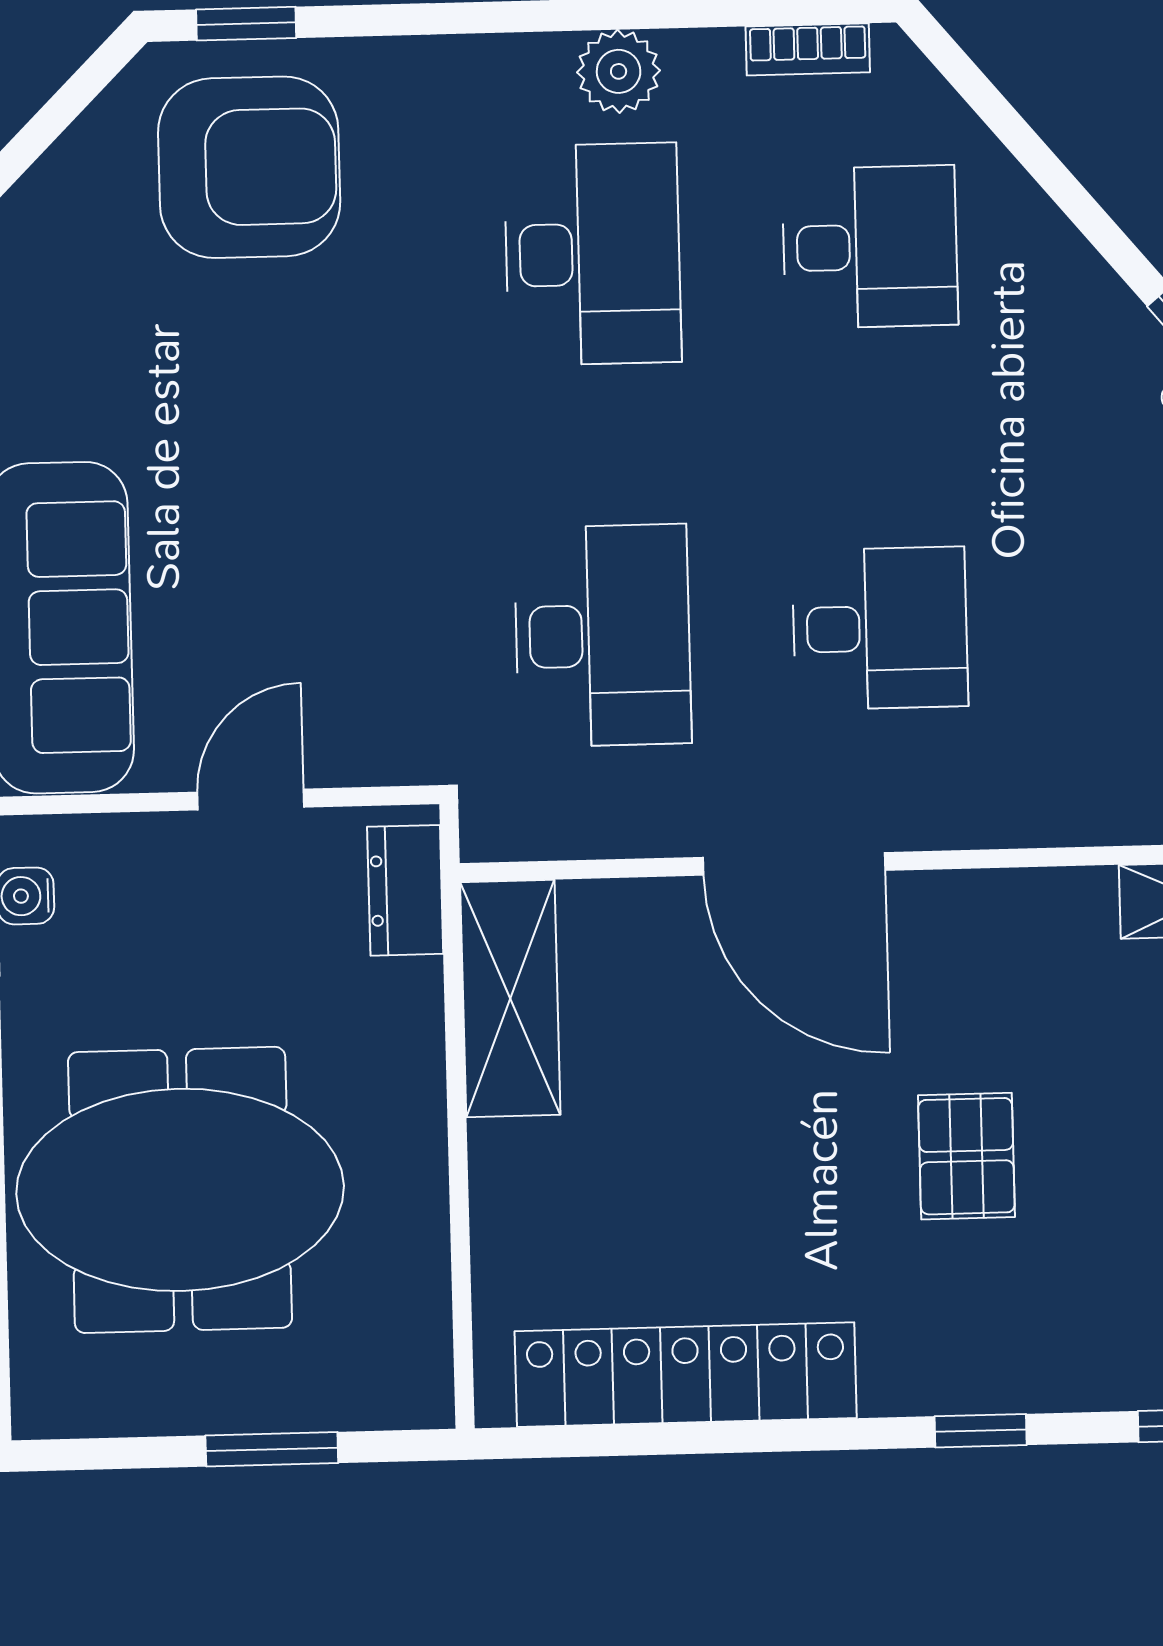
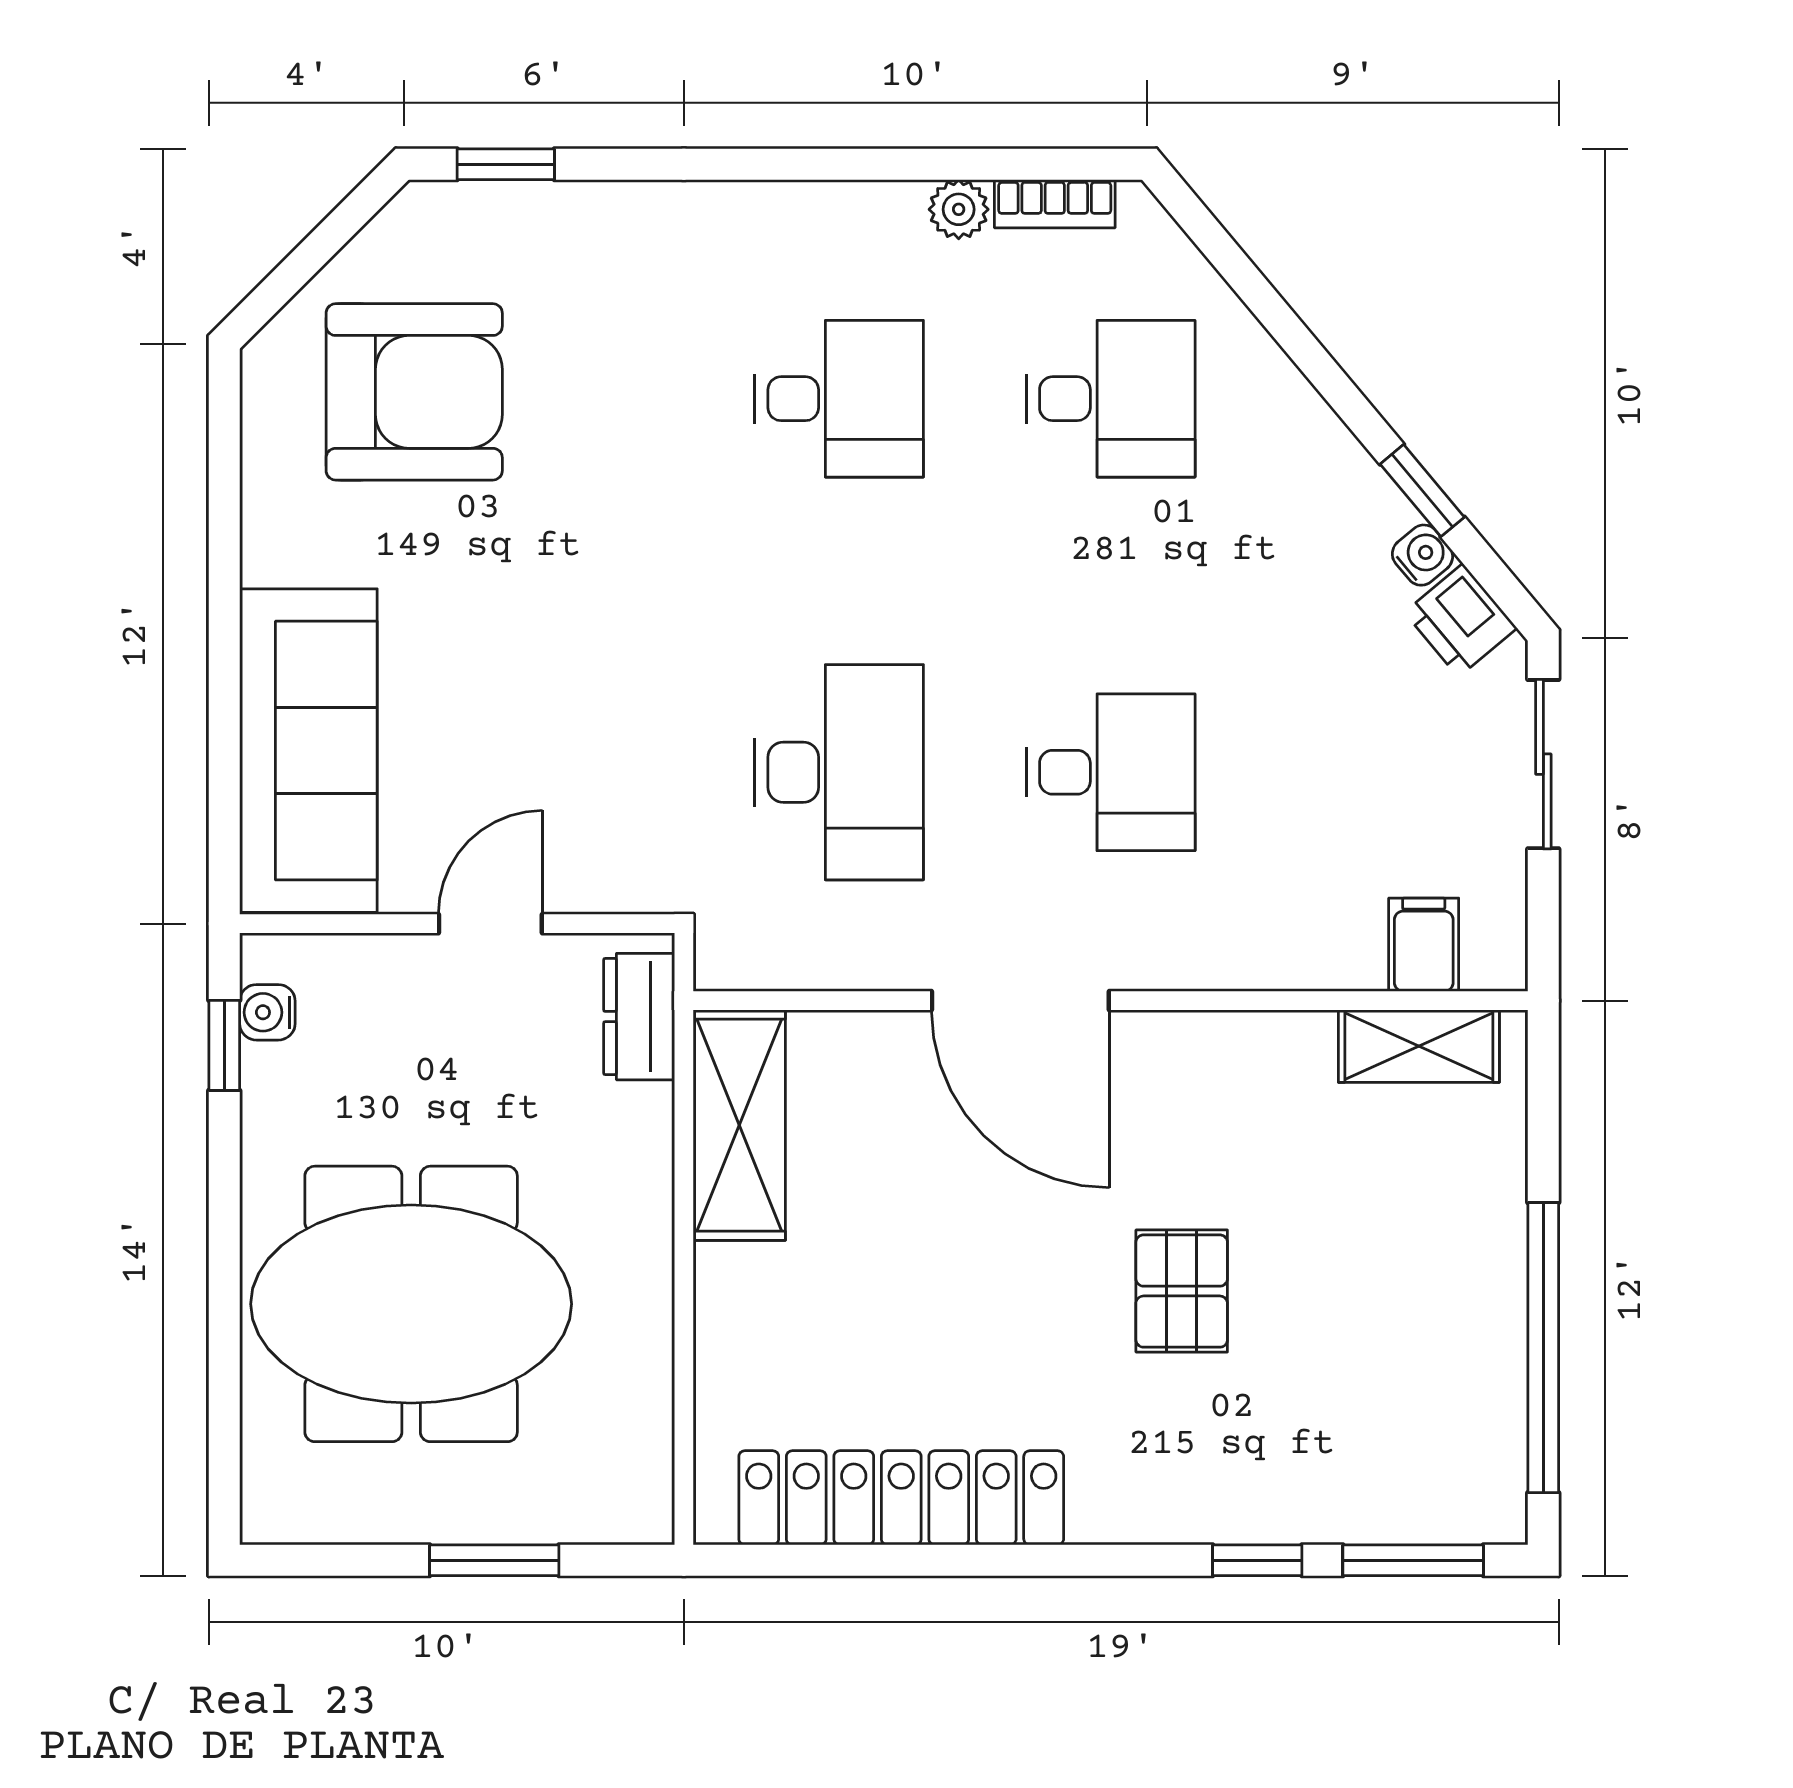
plant: (619, 71) -> (959, 209), moved, width x0.73, depth x0.73
armchair: (249, 167) -> (414, 392), moved
desk: (593, 254) -> (839, 399), width x0.73
window: (981, 1431) -> (1257, 1560), moved

